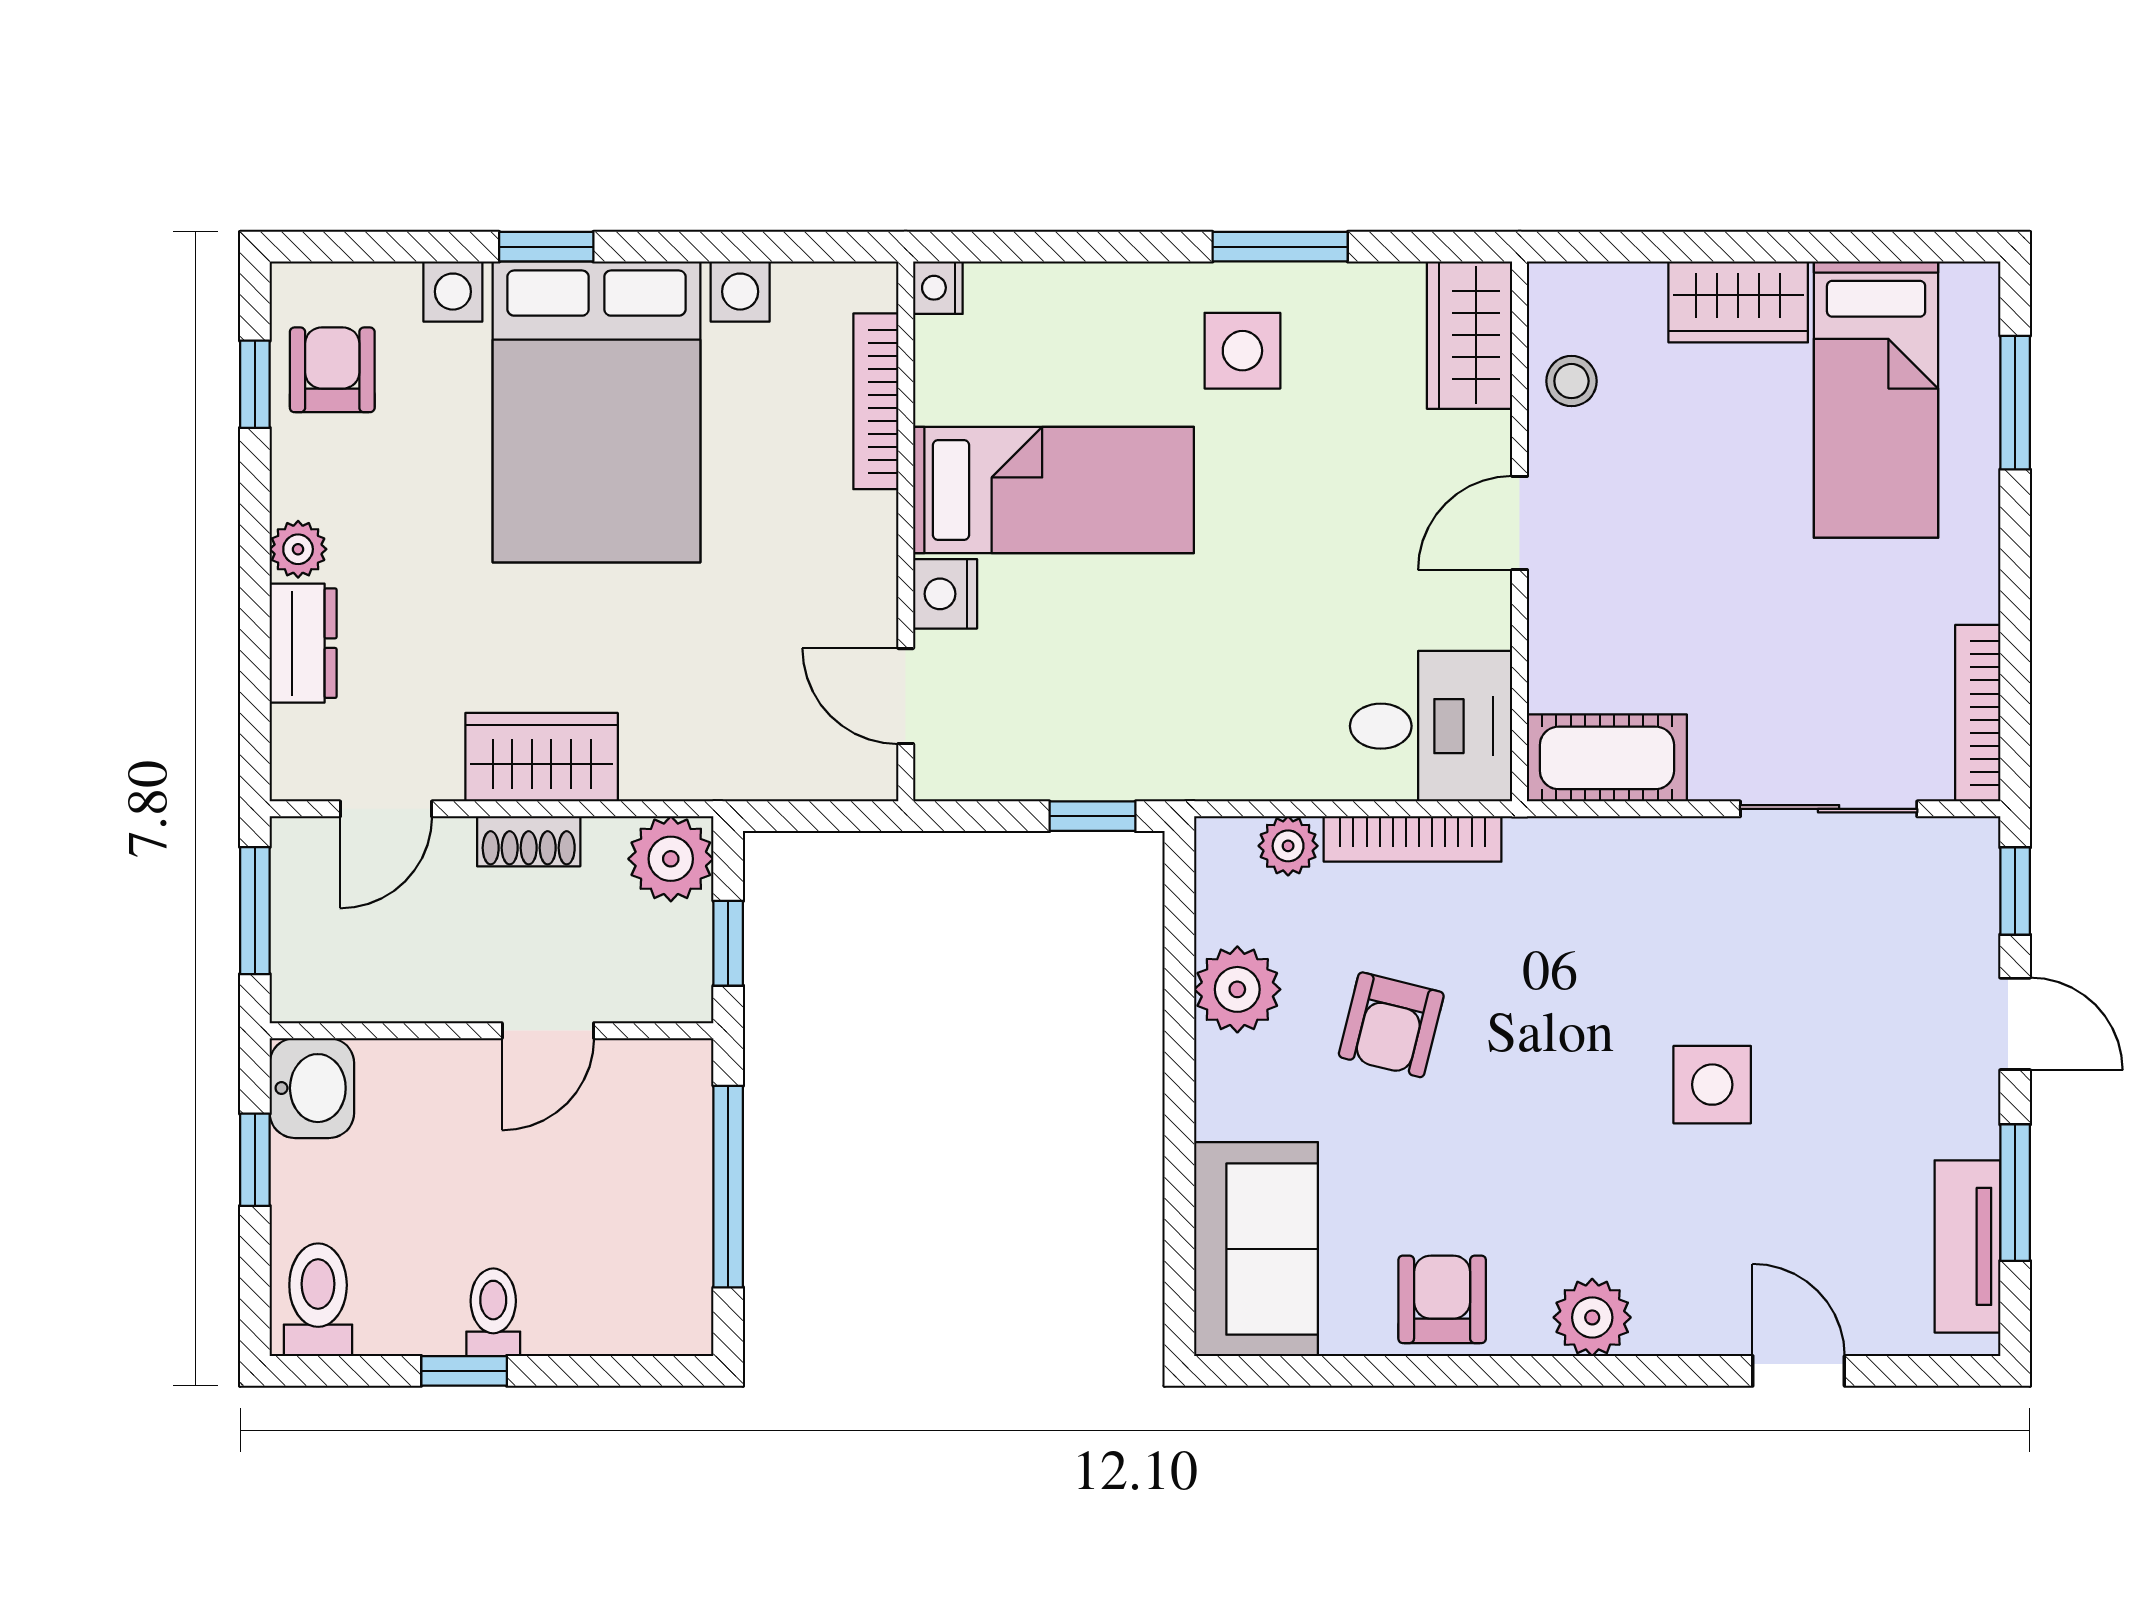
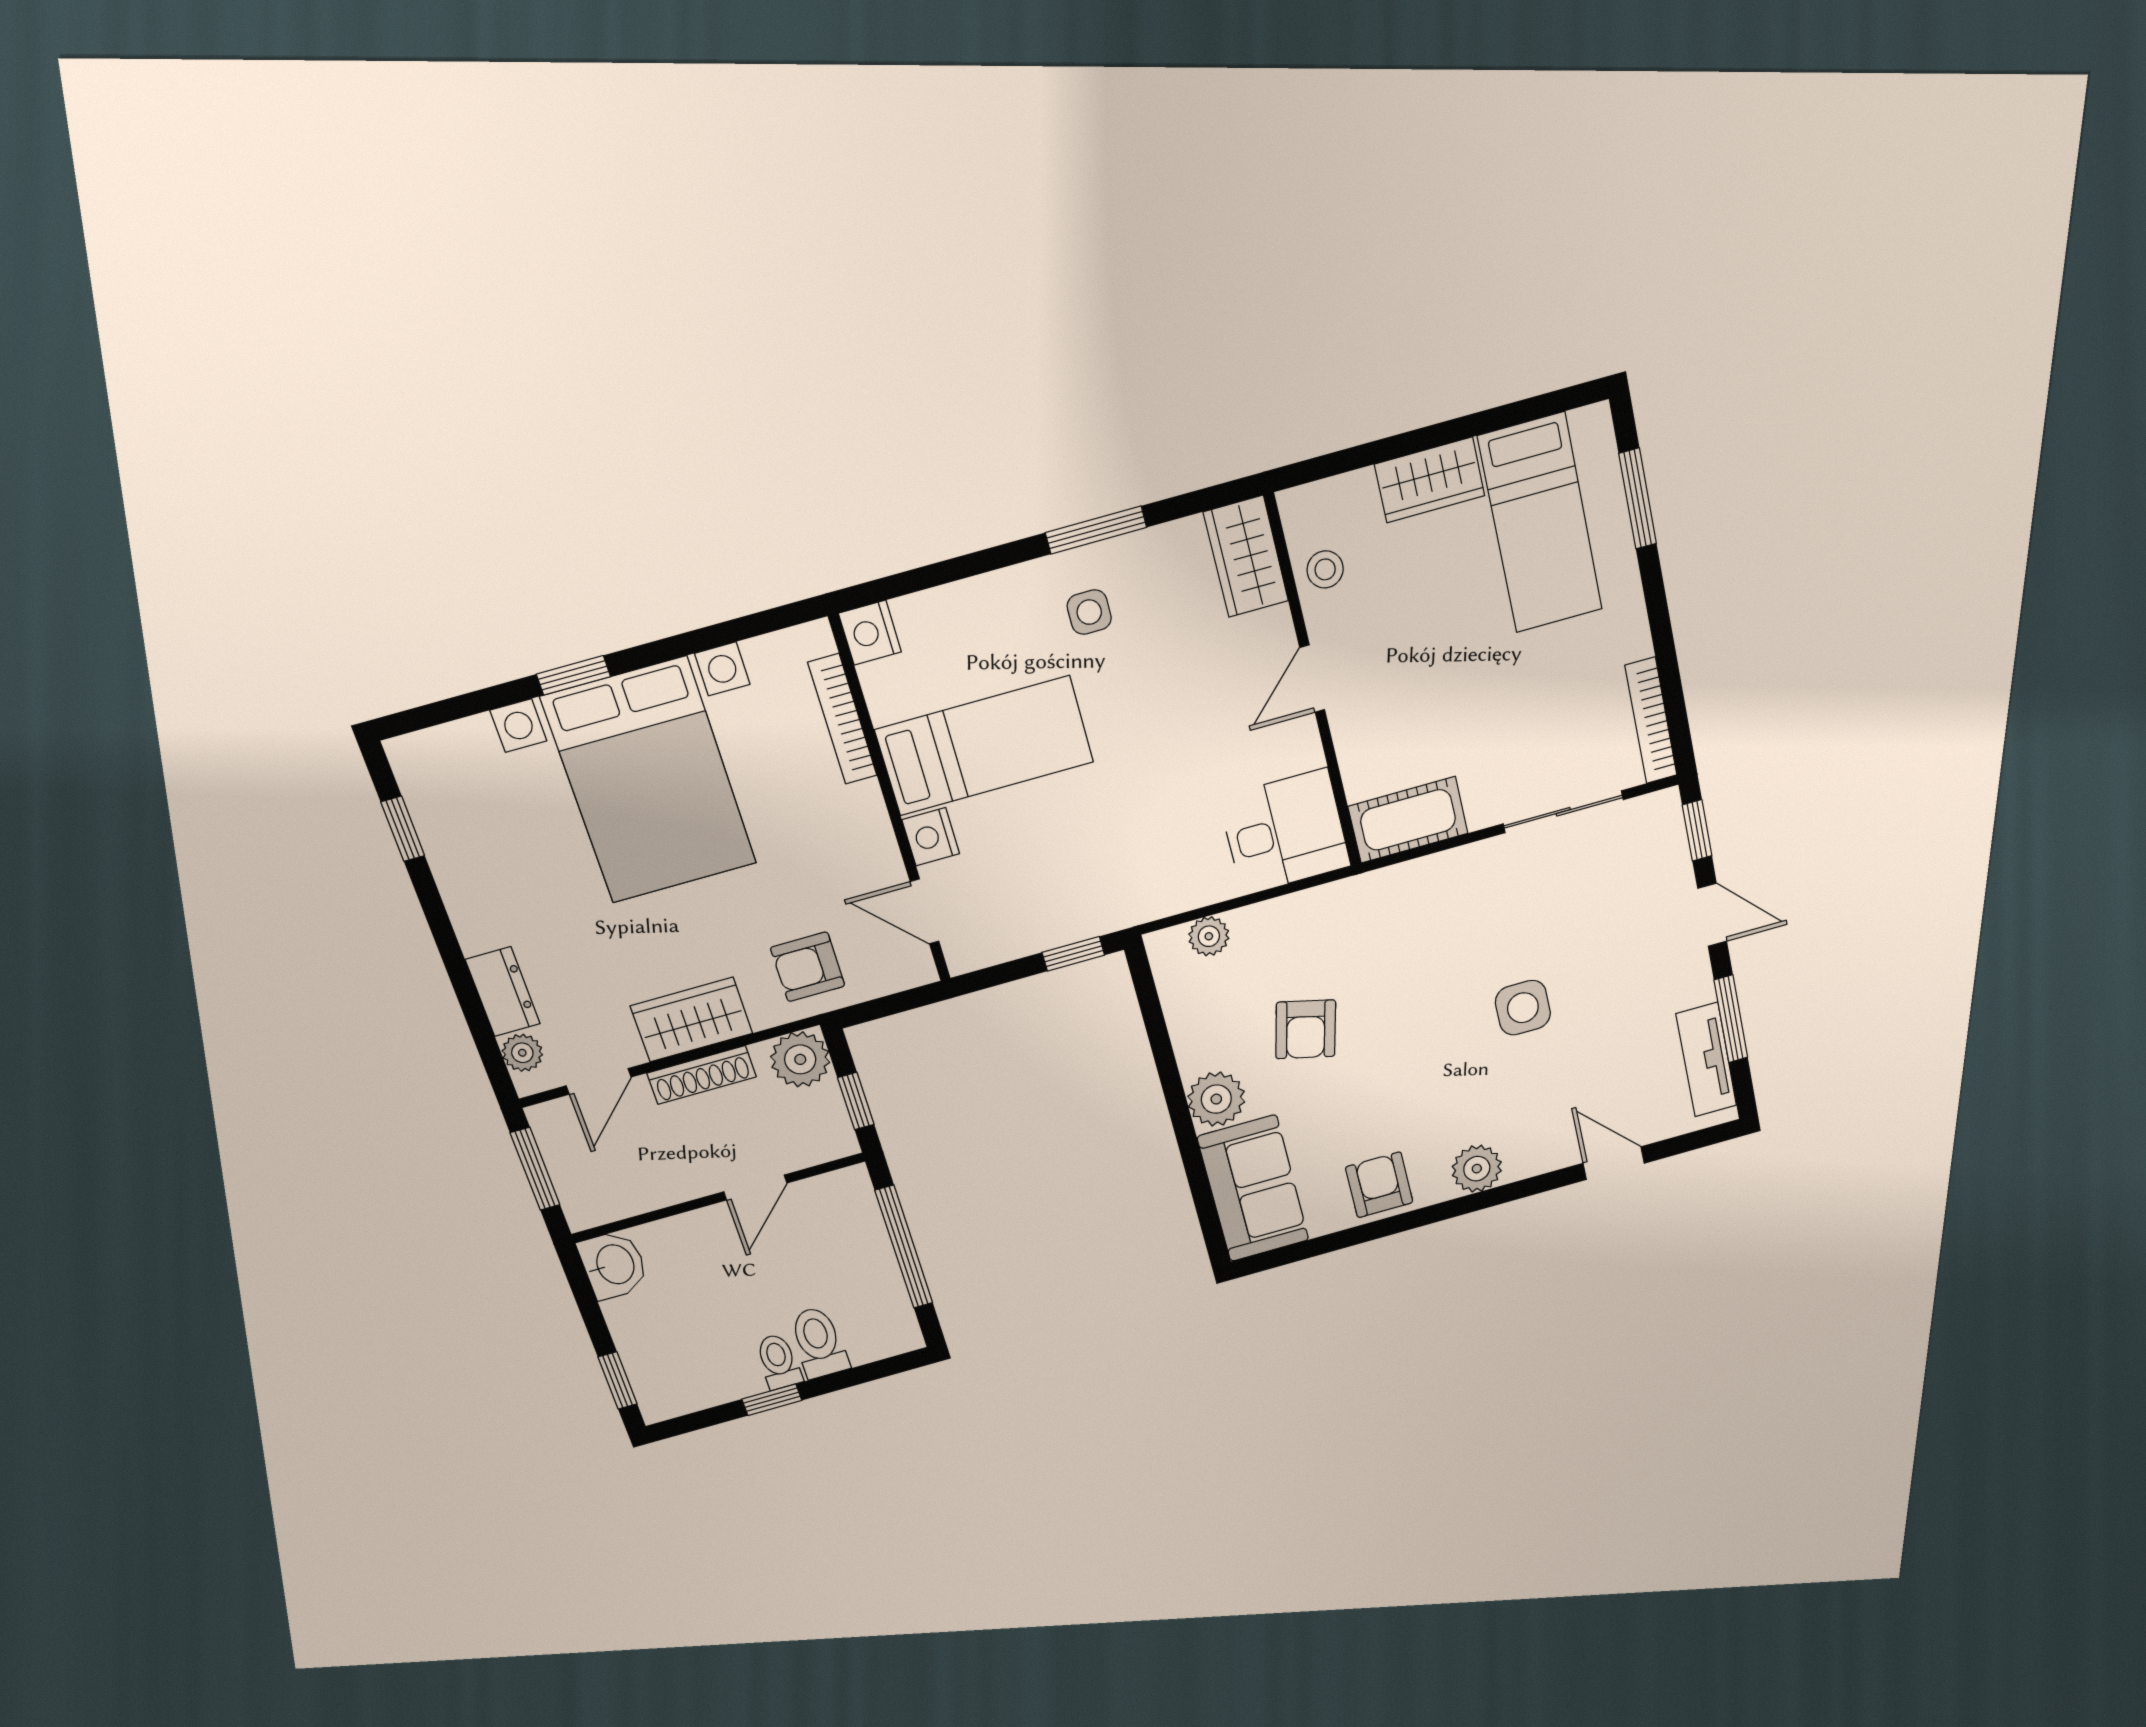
nightstand: (938, 288) -> (870, 633), width x1.39, depth x1.35
side table: (1242, 351) -> (1089, 612), width x0.73, depth x0.73
armchair: (332, 370) -> (808, 967), moved, turned -90
plant: (298, 549) -> (522, 1053), moved
bookcase: (1413, 839) -> (1291, 909), removed
shoe rack: (529, 841) -> (702, 1075), width x1.43
plant: (1237, 989) -> (1216, 1099), moved
window: (255, 1160) -> (617, 1380), moved
toilet: (318, 1300) -> (819, 1342), moved

